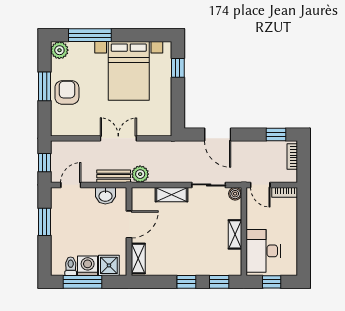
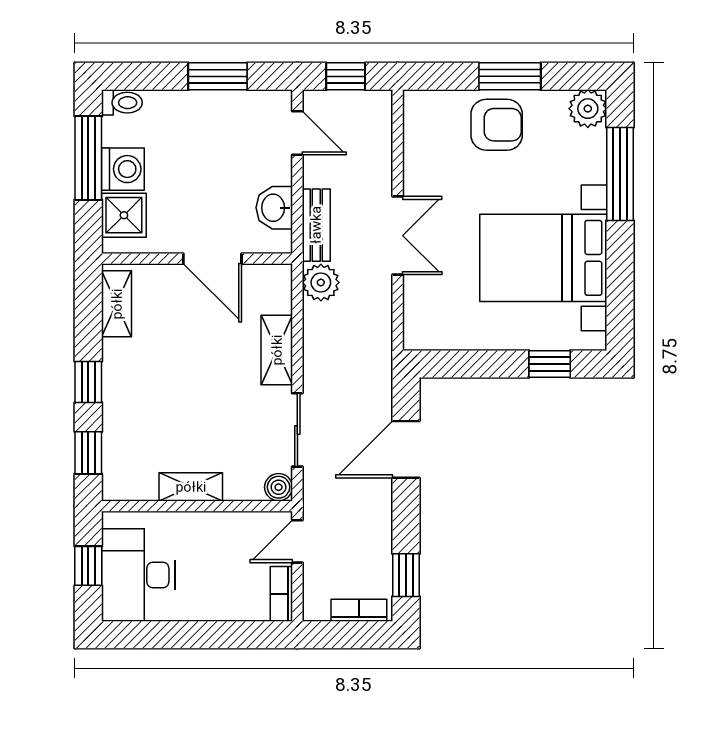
desk: (263, 251) -> (138, 575), moved, turned -90
shelving: (138, 258) -> (117, 304), moved, turned 90
toilet: (71, 266) -> (122, 103), moved

